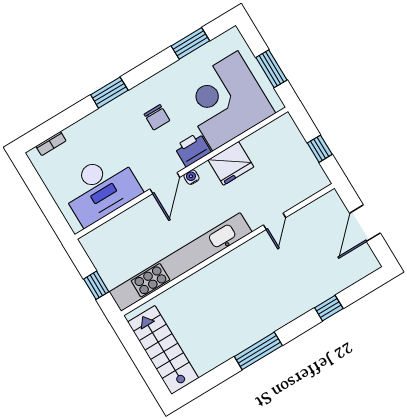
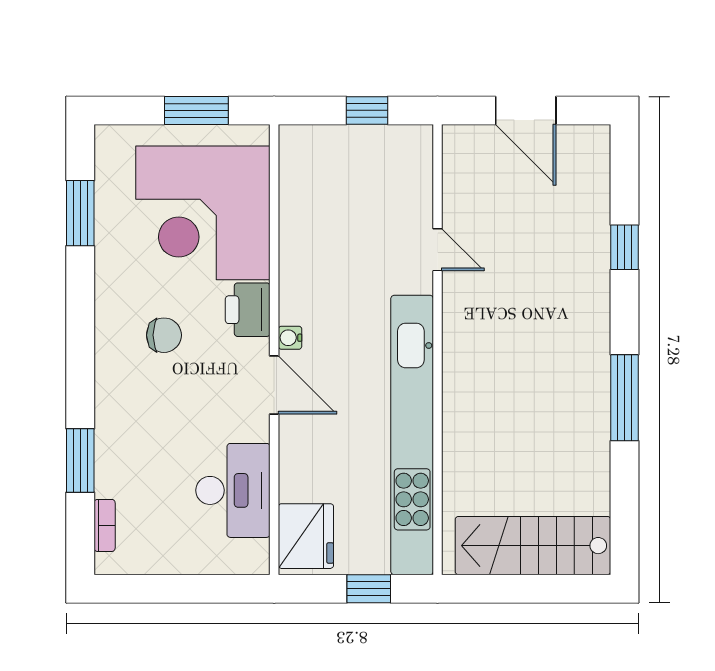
window: (109, 93) -> (80, 460), moved
fridge: (231, 163) -> (306, 536), moved
desk: (101, 189) -> (233, 490), width x0.73, depth x0.77

